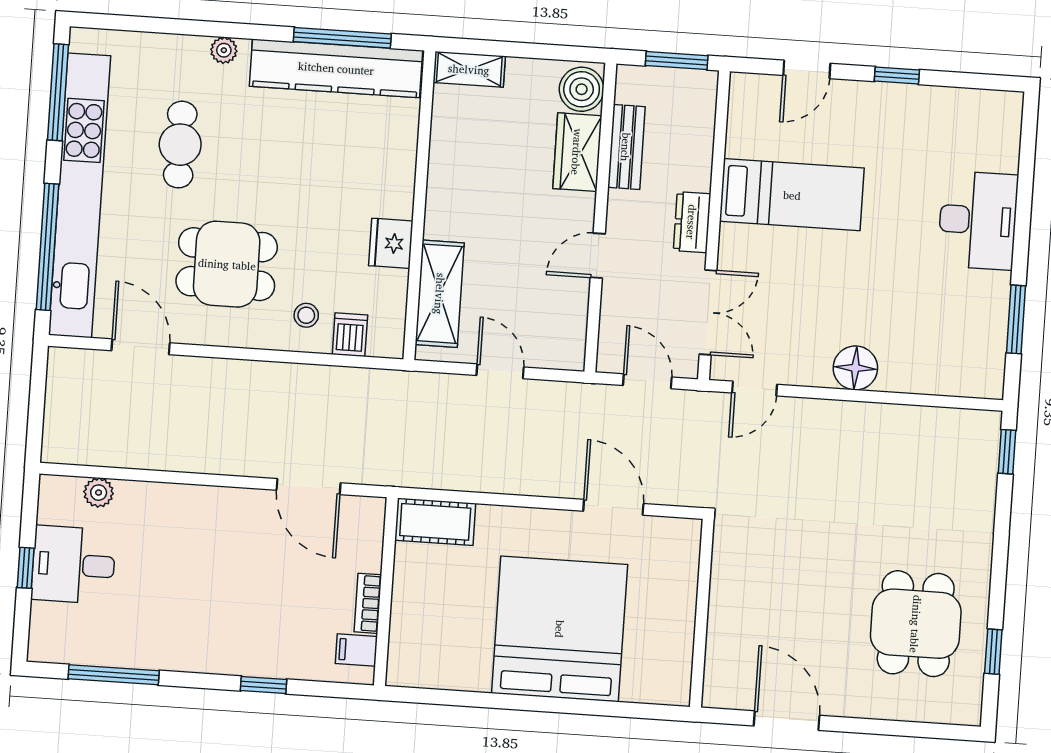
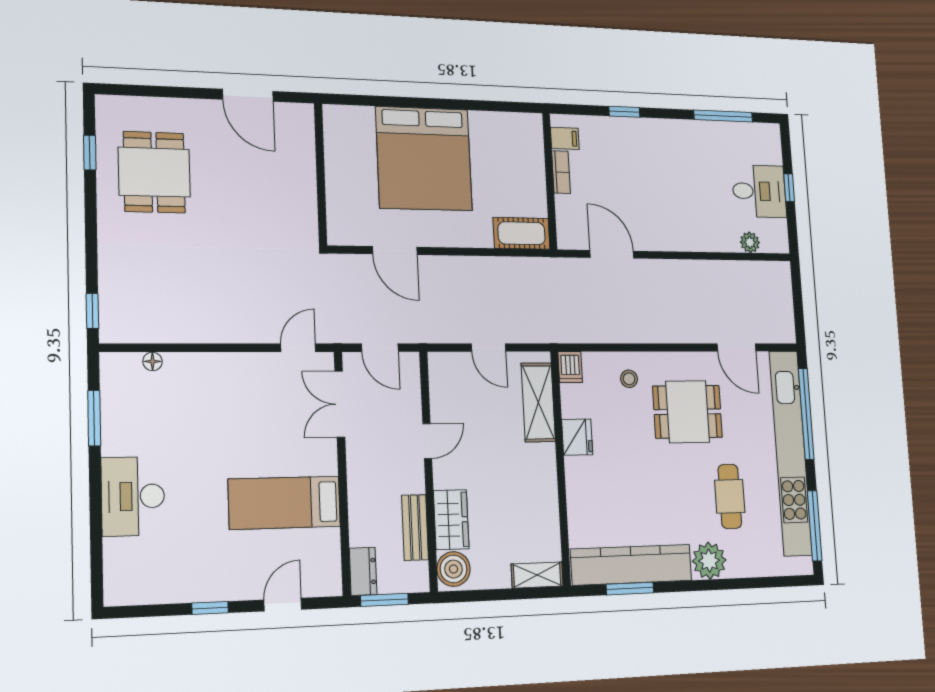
window: (342, 38) -> (630, 589), width x0.69
plant: (224, 50) -> (709, 561), width x1.87, depth x1.87
dresser: (692, 222) -> (363, 571), moved
dishwasher: (350, 335) -> (570, 367), moved
floor lamp: (855, 368) -> (152, 361), moved, width x0.53, depth x0.53

